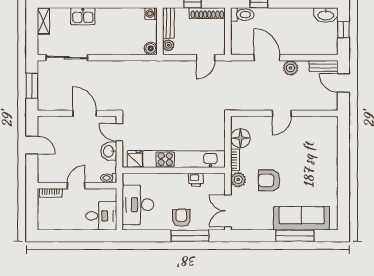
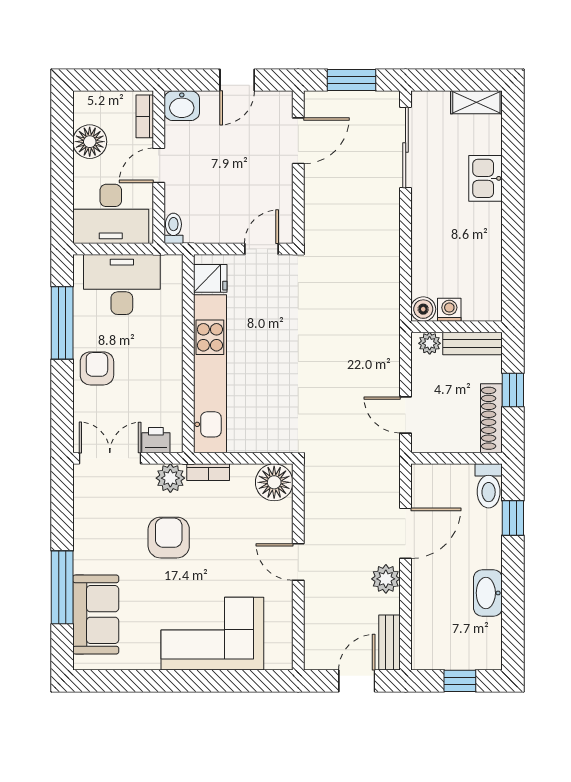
washing machine: (151, 14) -> (449, 310), moved
washbasin: (326, 15) -> (488, 593), moved
door: (85, 113) -> (298, 141), moved
floor lamp: (240, 138) -> (274, 482), moved
washbasin: (109, 151) -> (182, 106), moved, turned 180
corner sofa: (319, 158) -> (212, 634), added
printer: (196, 180) -> (156, 440), moved, turned 90
door: (76, 186) -> (159, 165), swing flipped
desk: (101, 216) -> (111, 214), width x1.37
armchair: (181, 218) -> (97, 368), turned -90
sofa: (302, 218) -> (96, 615), width x0.73
floor lamp: (64, 221) -> (90, 142), added
window: (190, 236) -> (62, 323), moved

